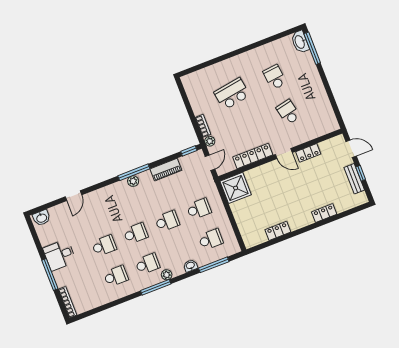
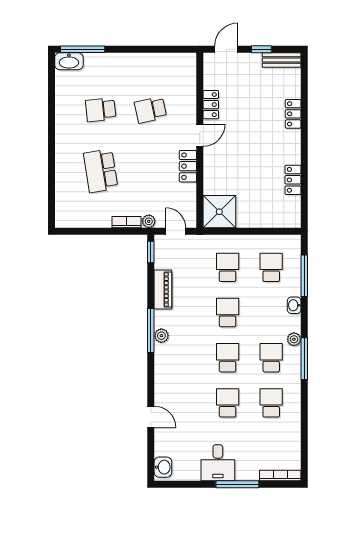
locker: (253, 156) -> (188, 166), width x0.66
bench: (354, 179) -> (282, 60), moved

